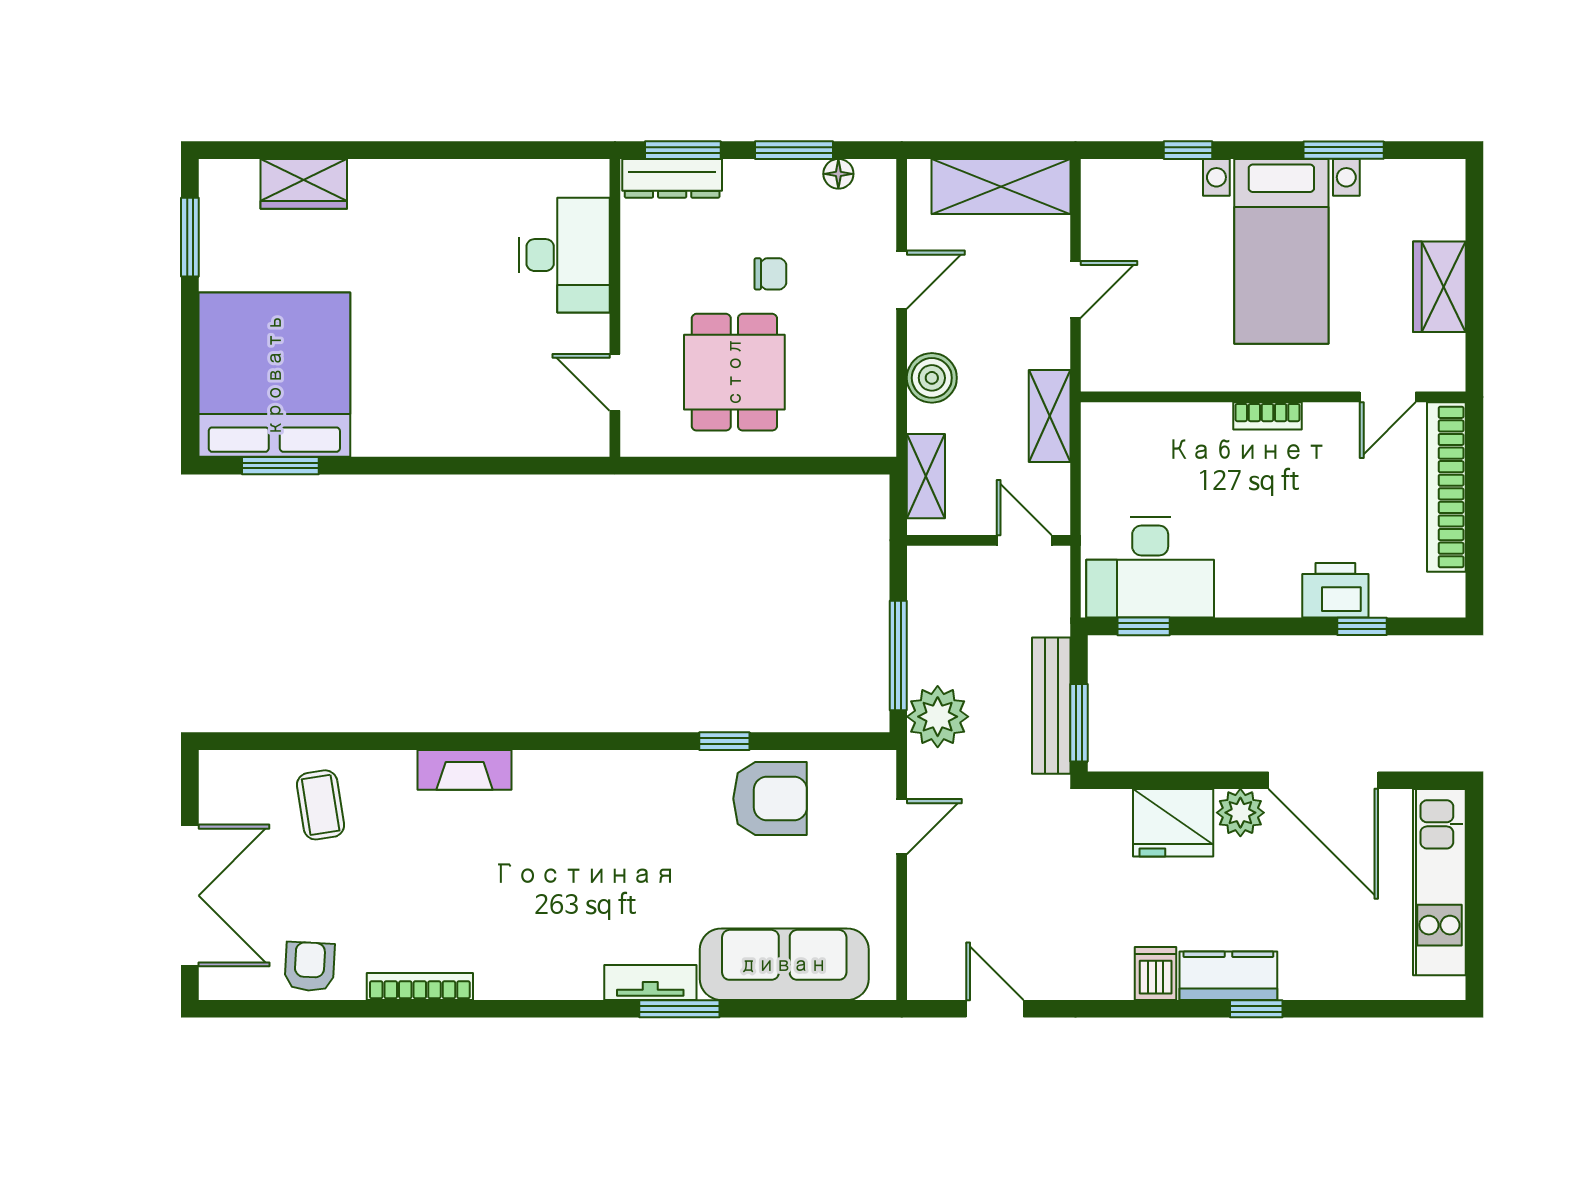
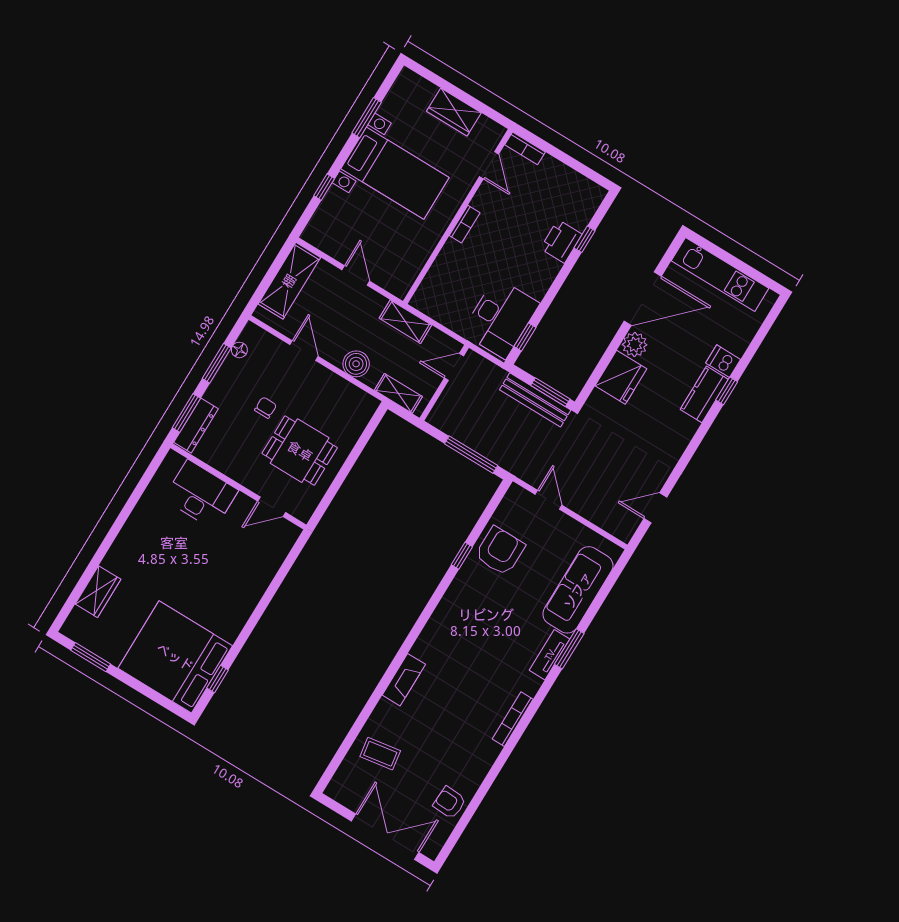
window: (280, 466) -> (218, 679), width x0.67
bookcase: (1446, 487) -> (525, 148), width x0.43, depth x0.76
plant: (938, 717) -> (509, 454), removed
dishwasher: (1156, 973) -> (723, 361), moved
bookcase: (420, 986) -> (513, 719), moved

